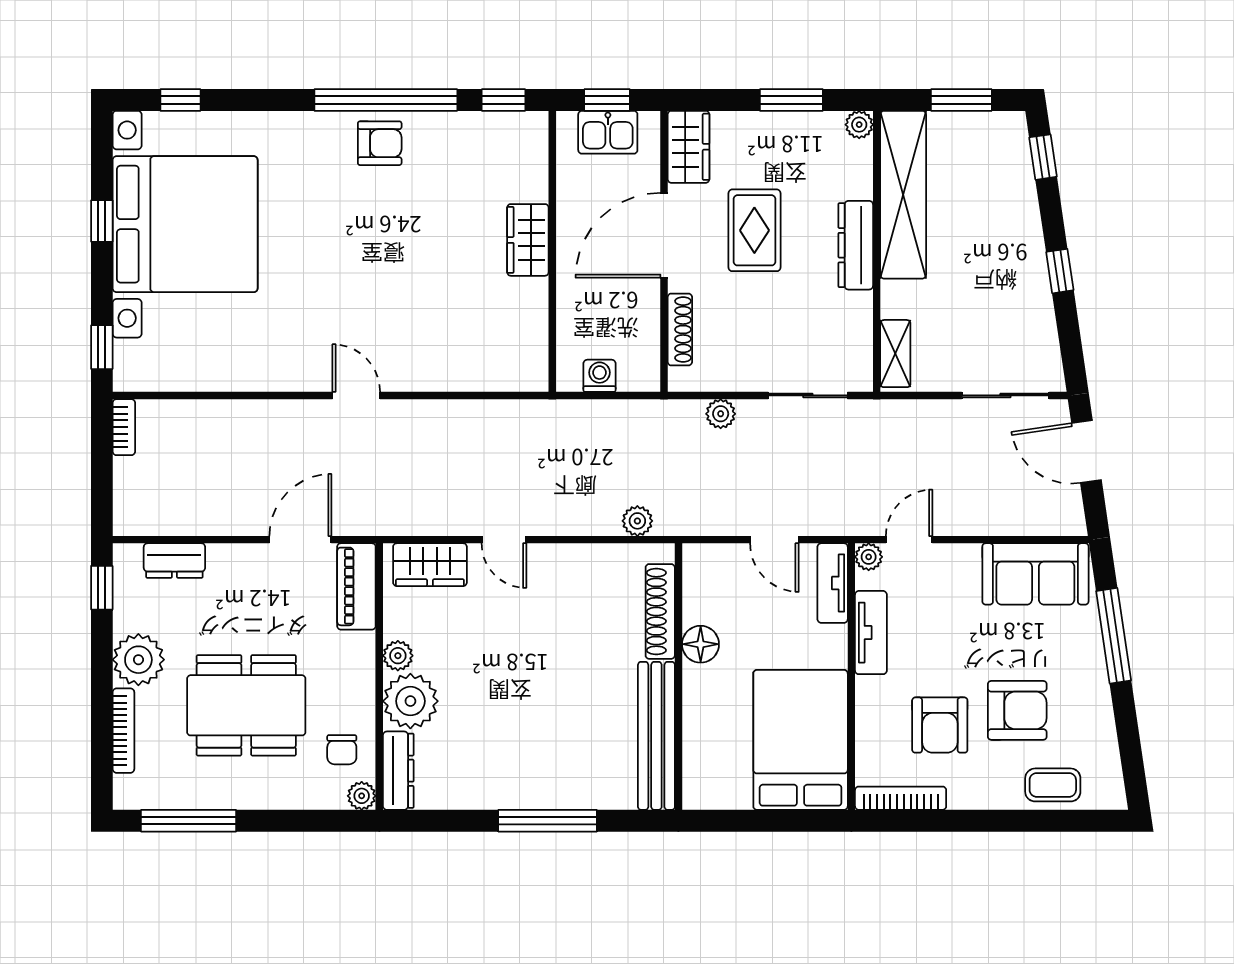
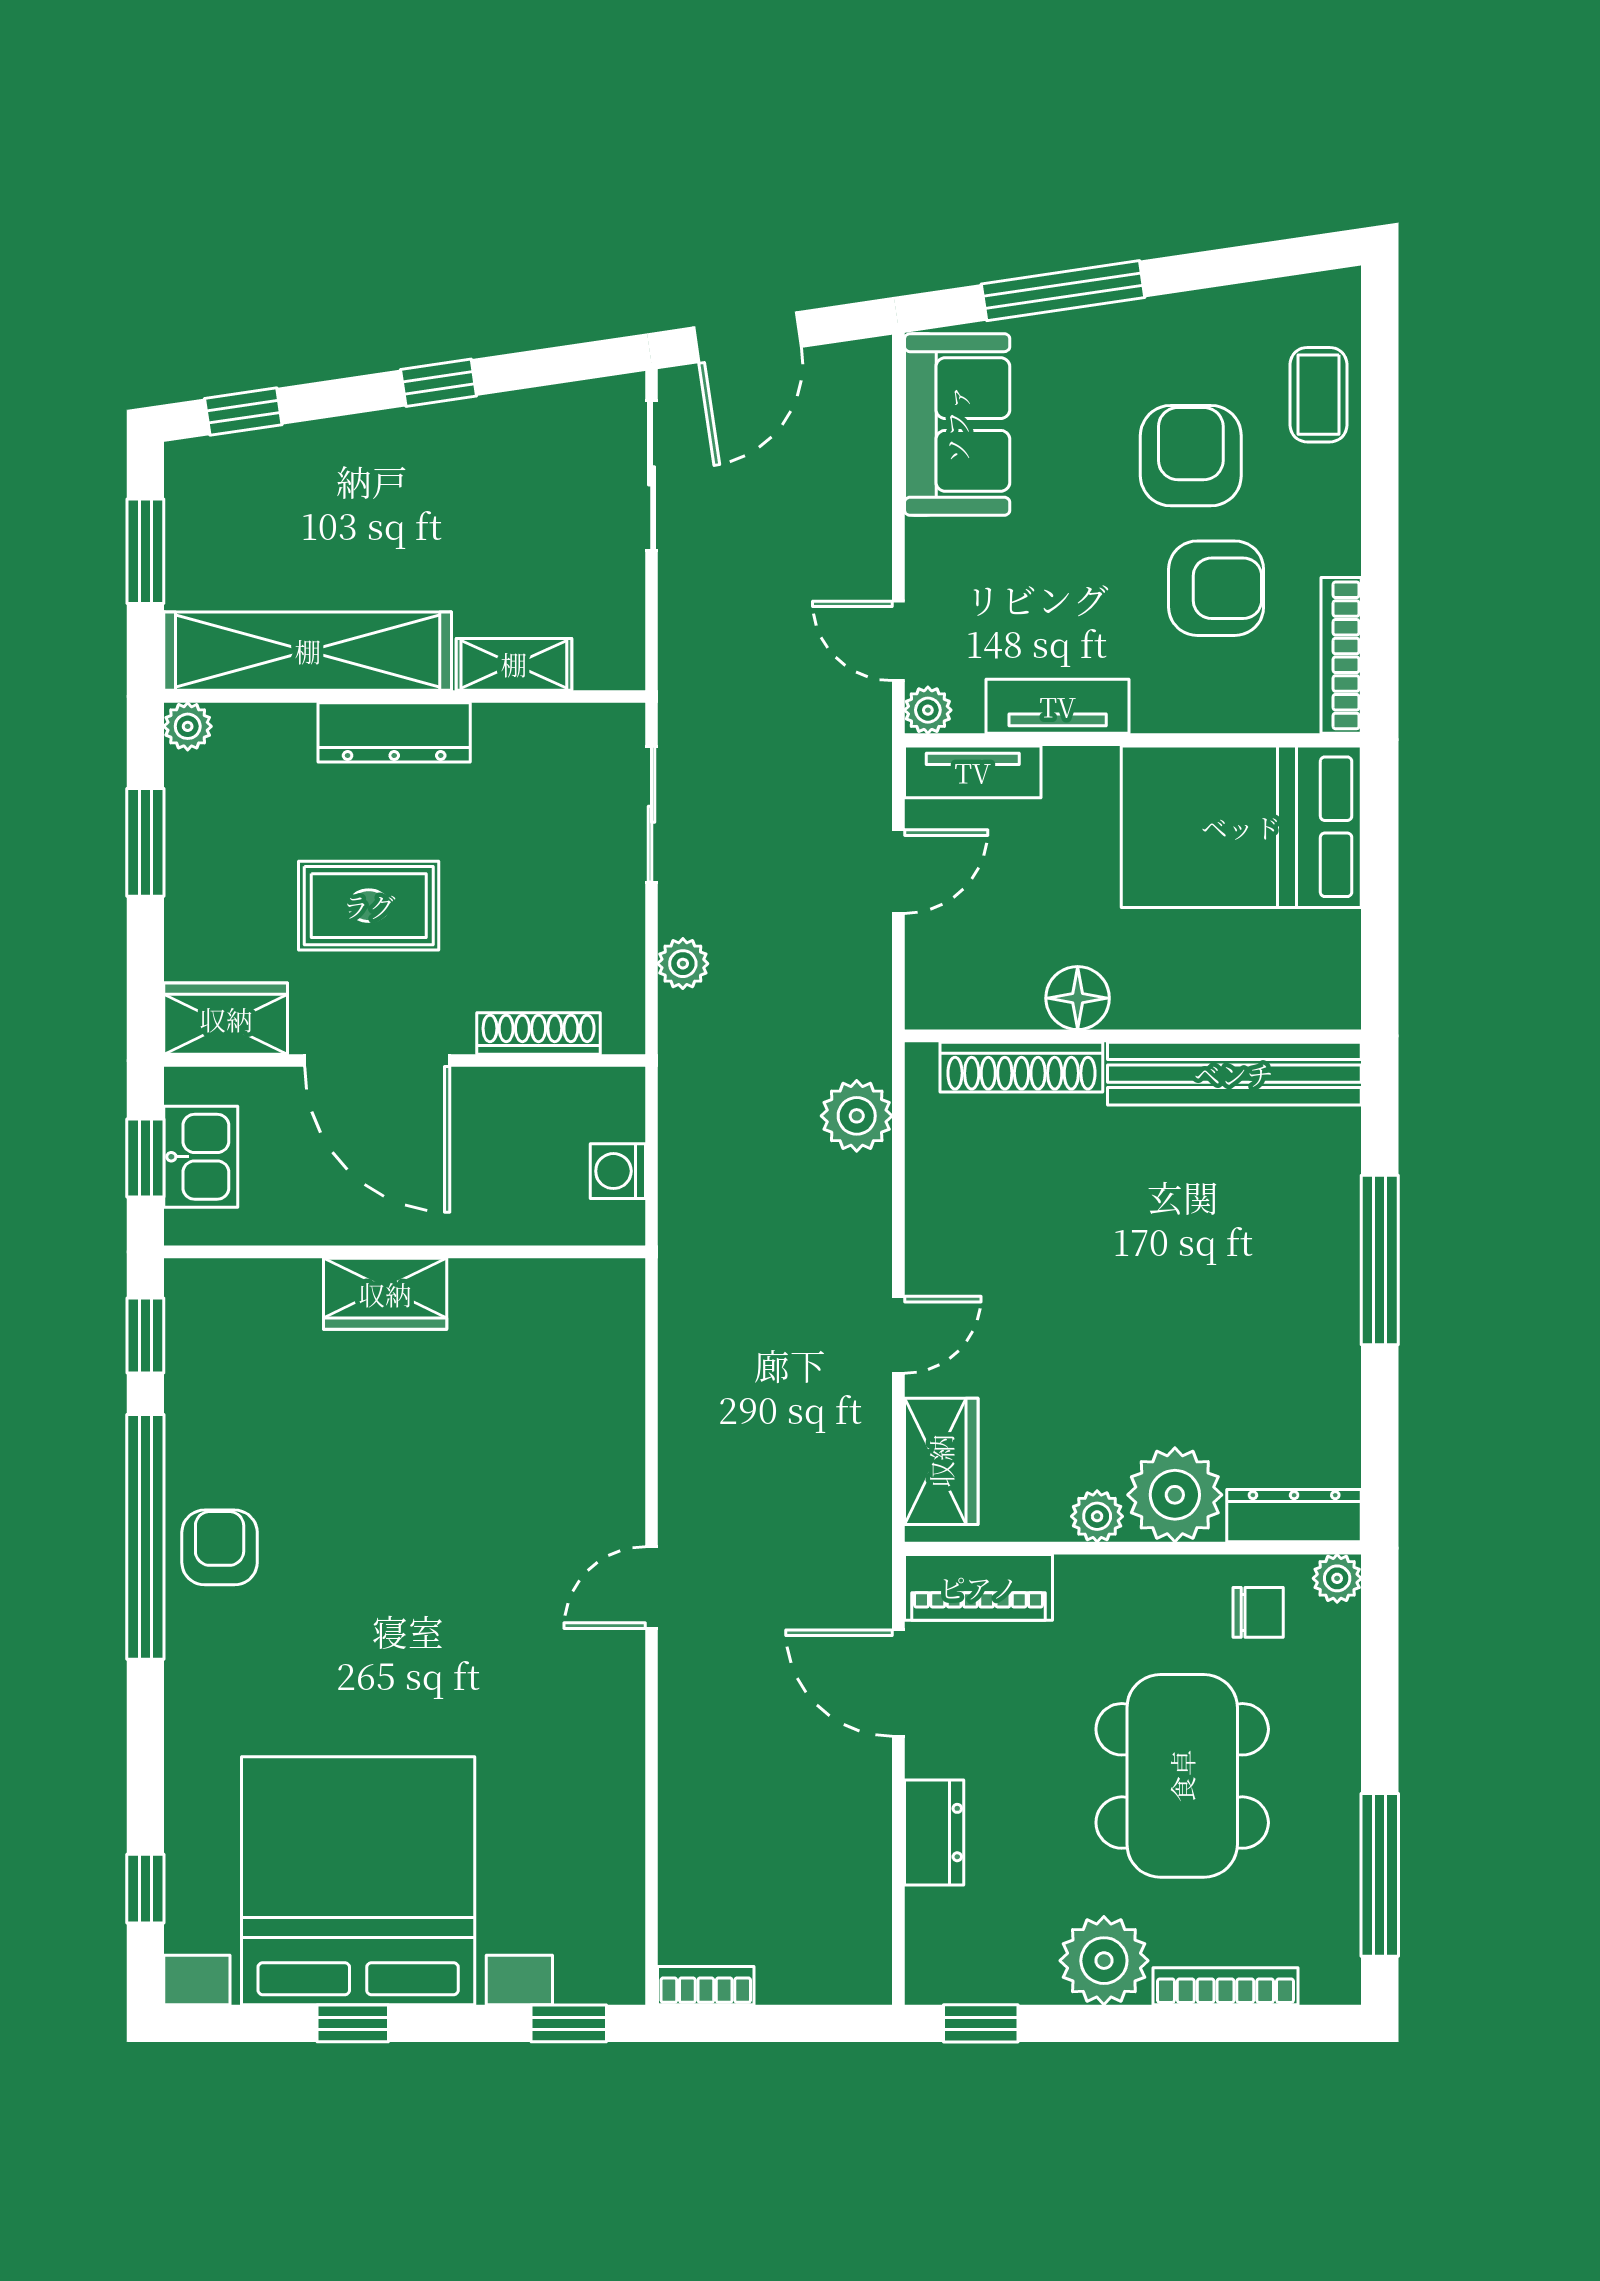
shelving: (895, 354) -> (514, 664), moved
plant: (637, 521) -> (857, 1116), width x1.38, depth x1.38
dresser: (174, 560) -> (934, 1833), moved

